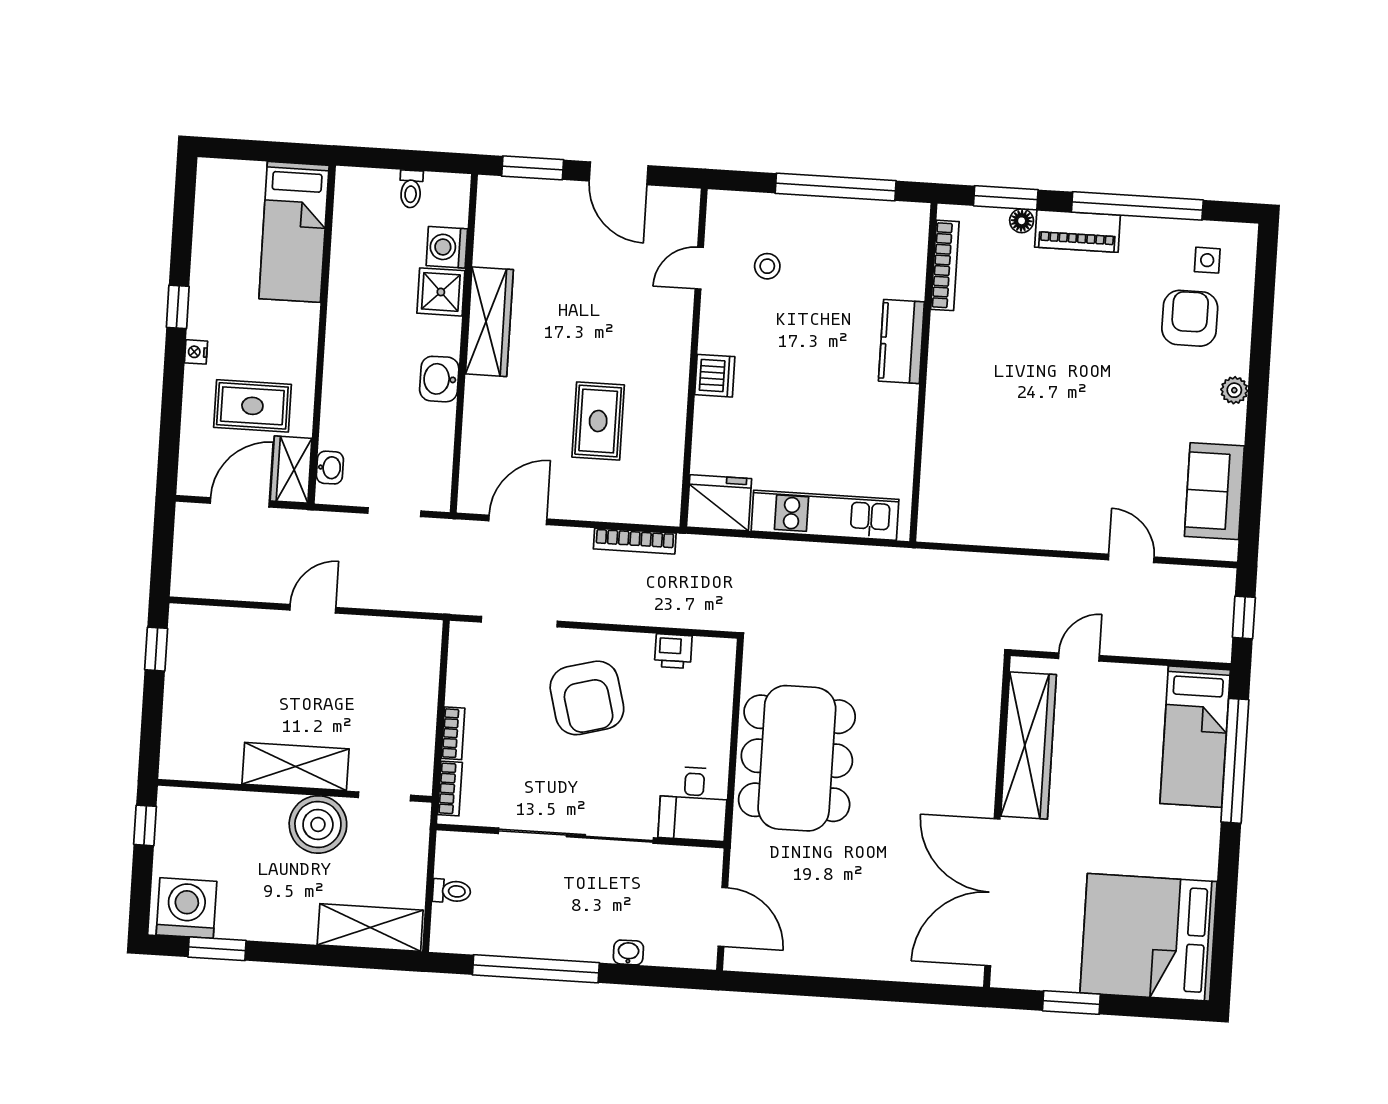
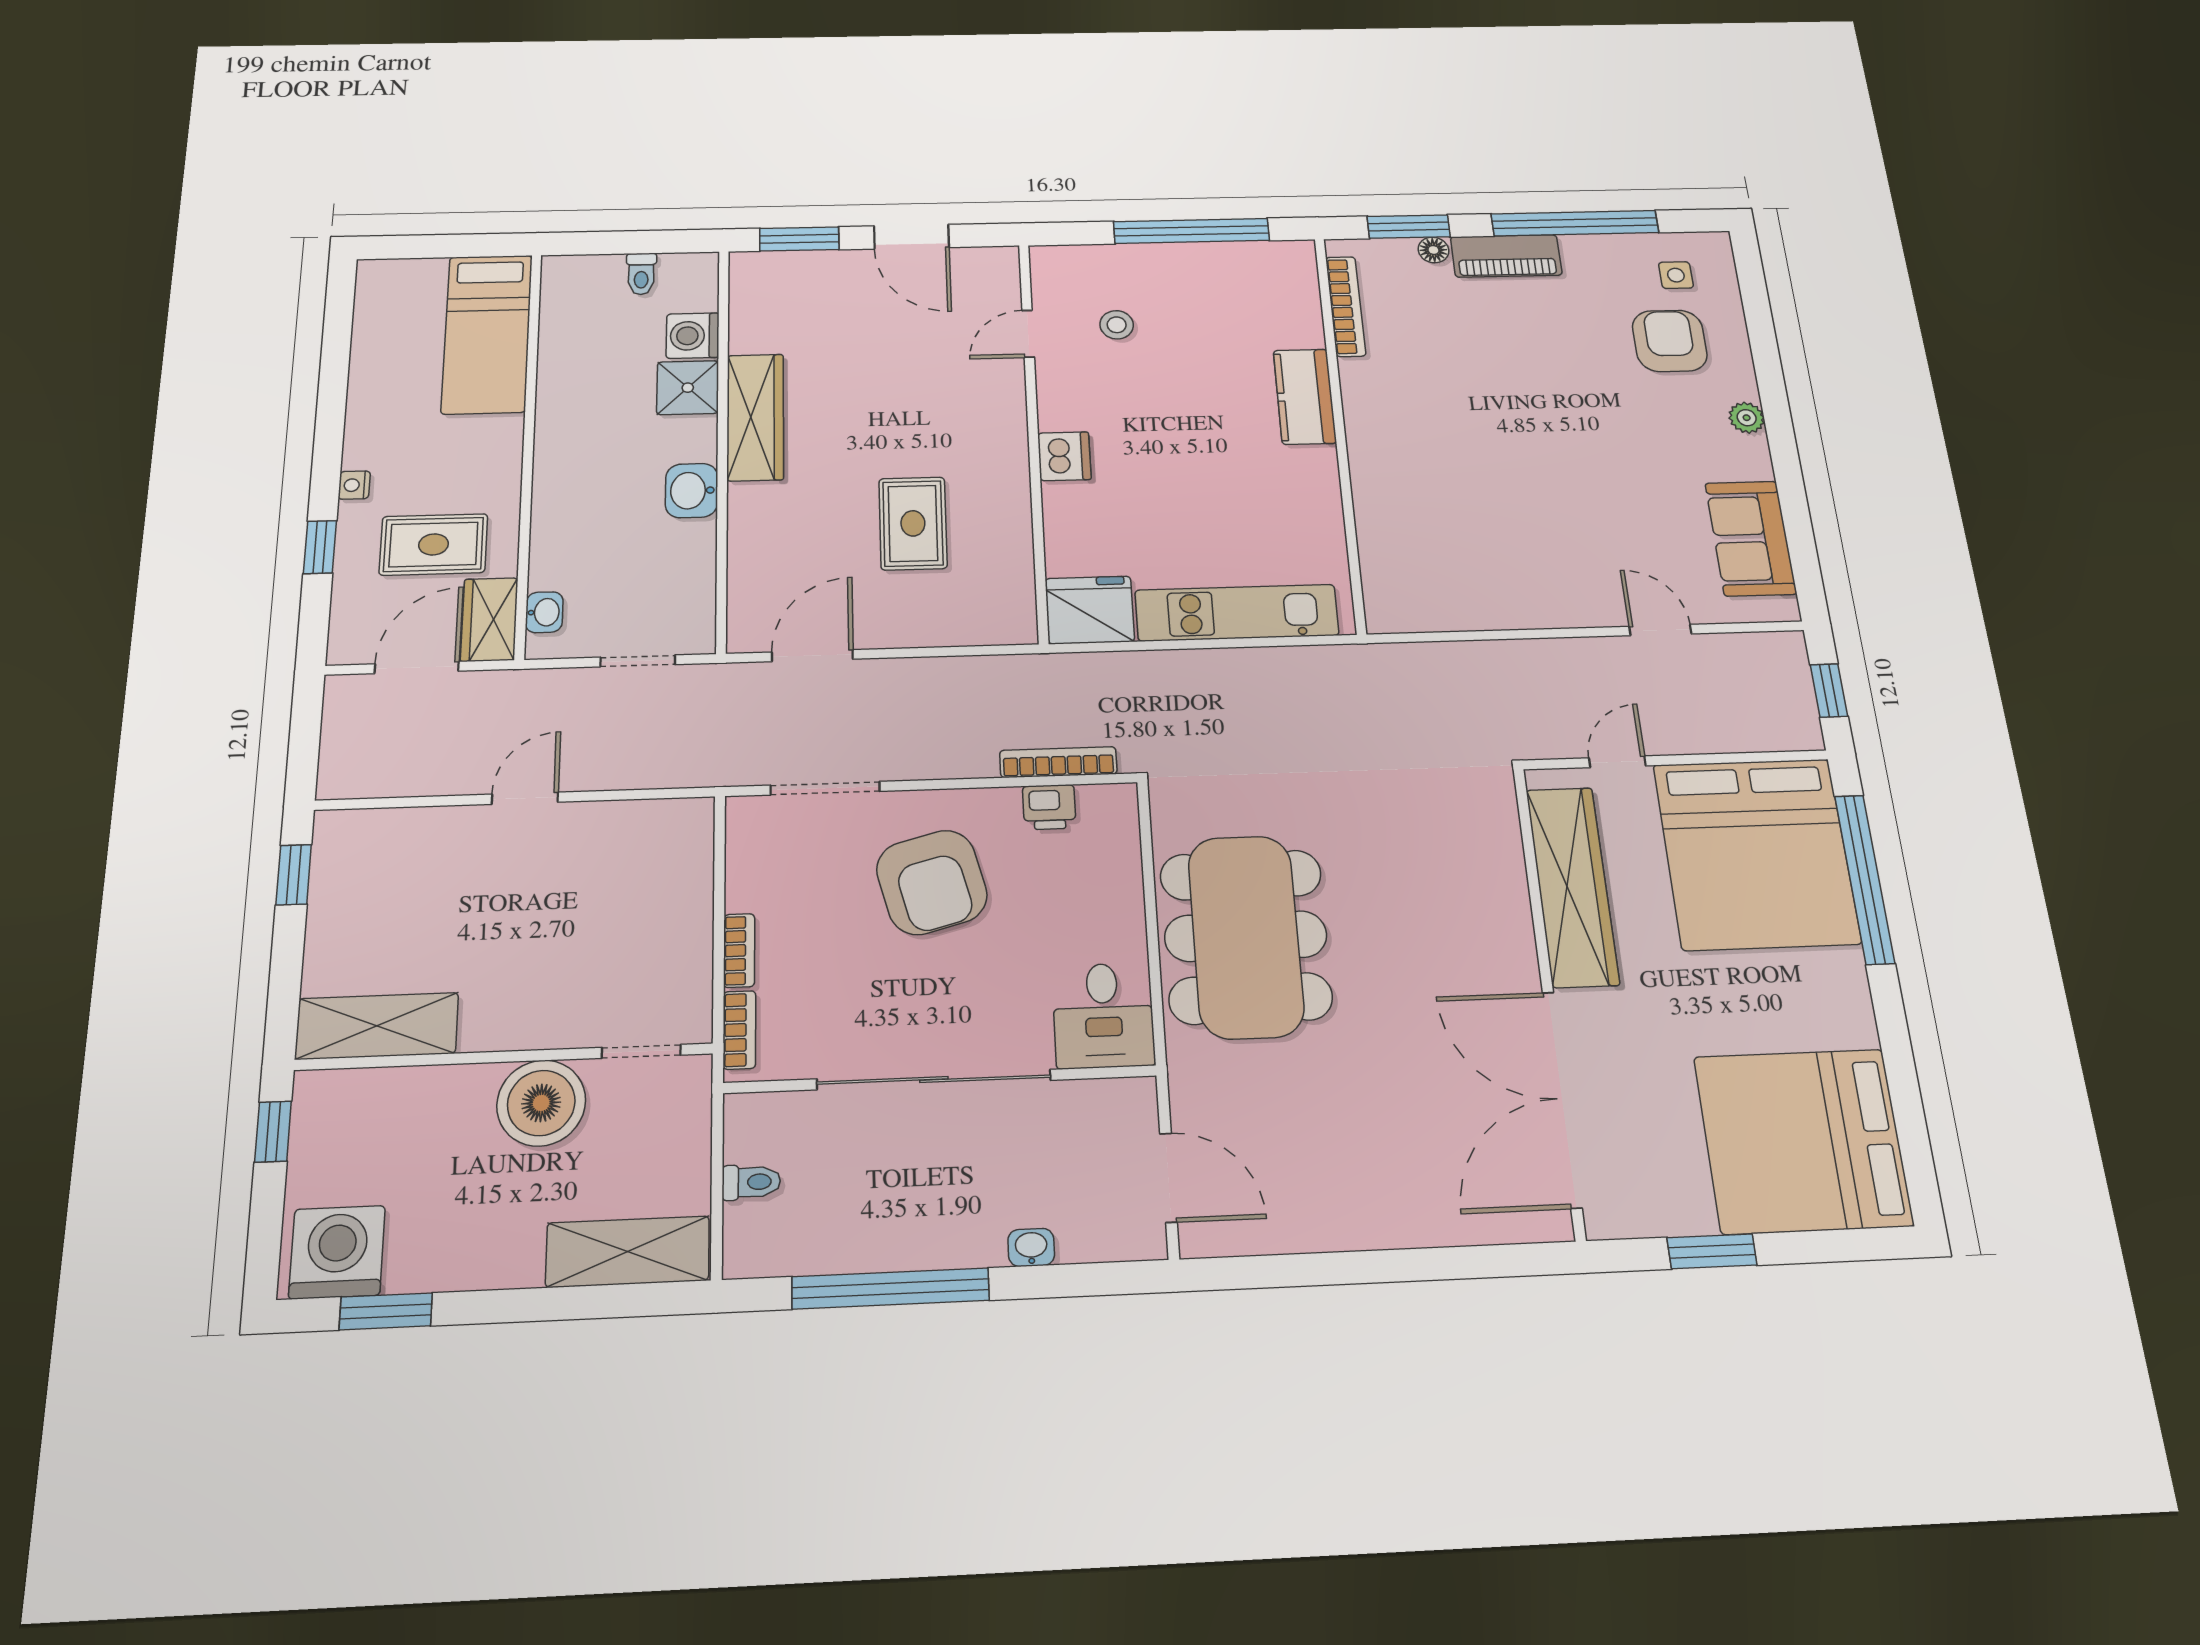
window: (178, 307) -> (320, 547), moved
bookcase: (635, 541) -> (1058, 762), moved, turned 180
bed: (1195, 737) -> (1756, 853), width x2.04
shelving: (296, 766) -> (377, 1026), moved

